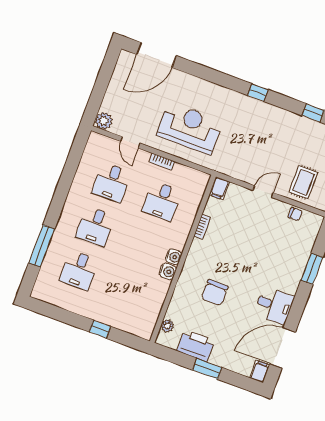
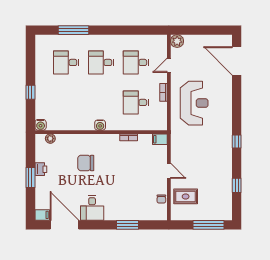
water cooler: (168, 271) -> (41, 125), moved
printer: (196, 346) -> (41, 169), width x0.53, depth x0.68

